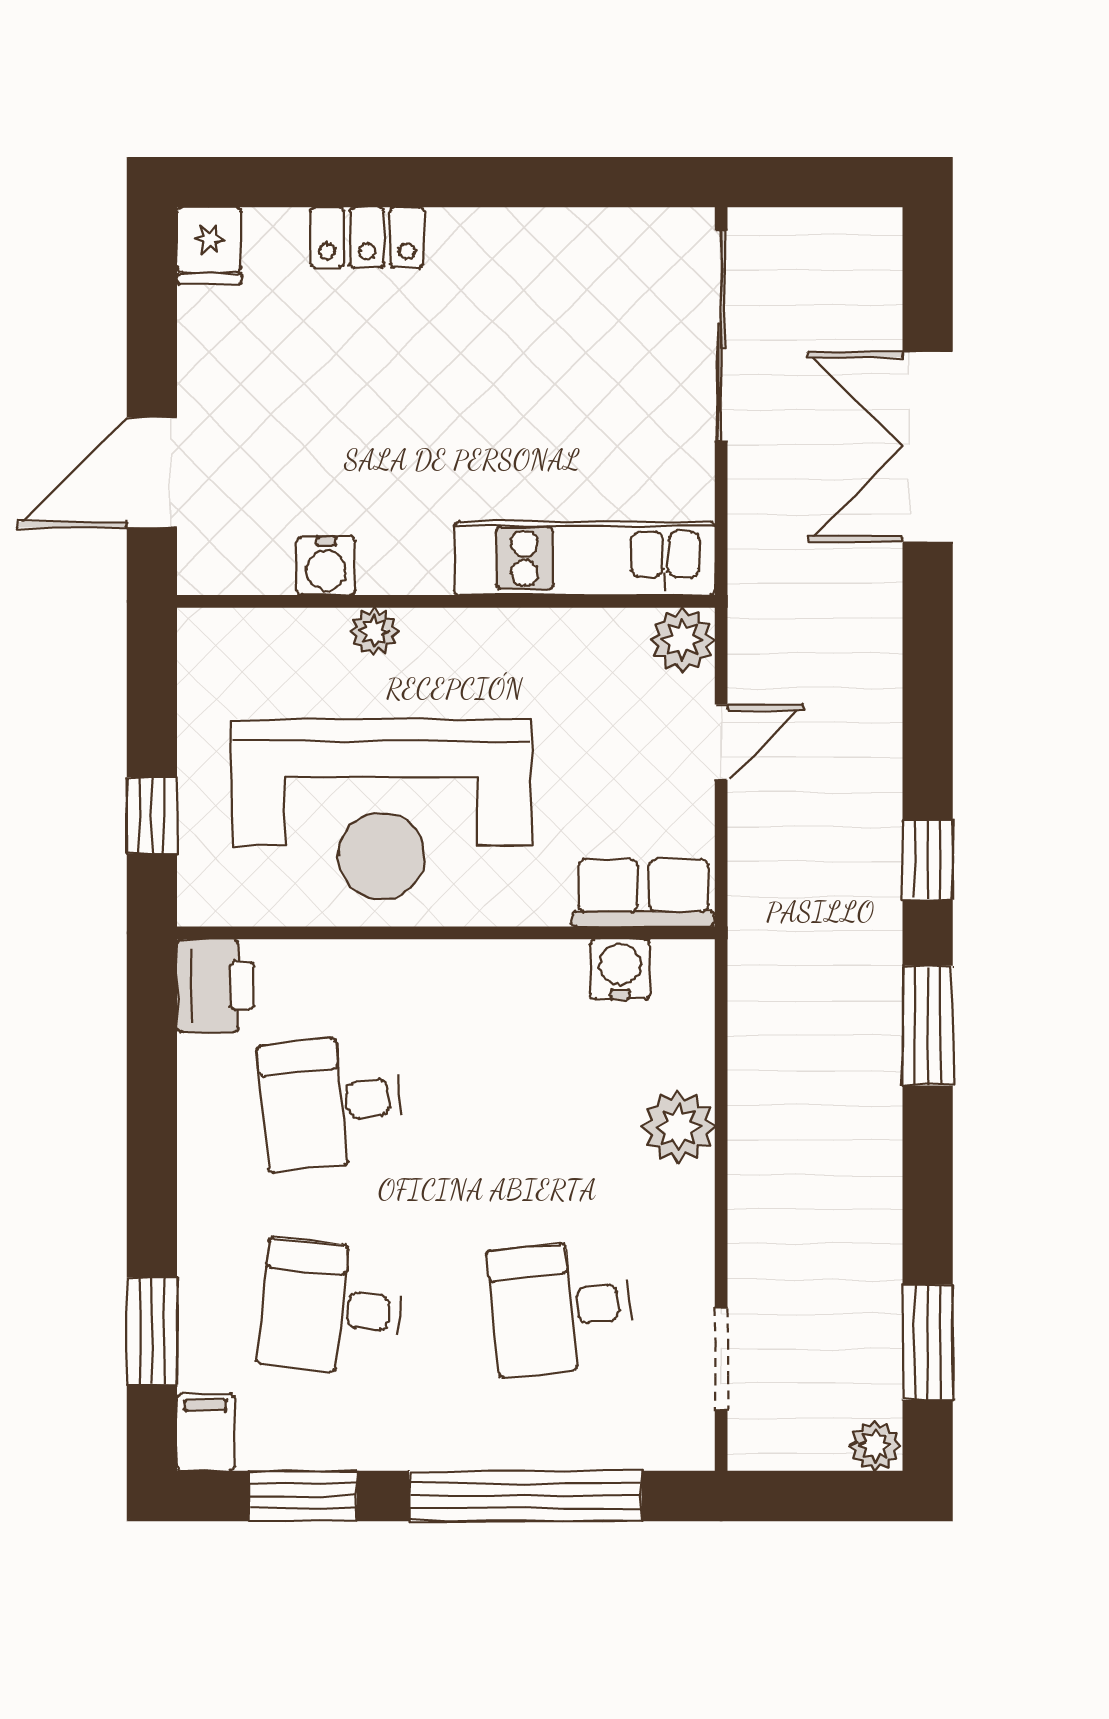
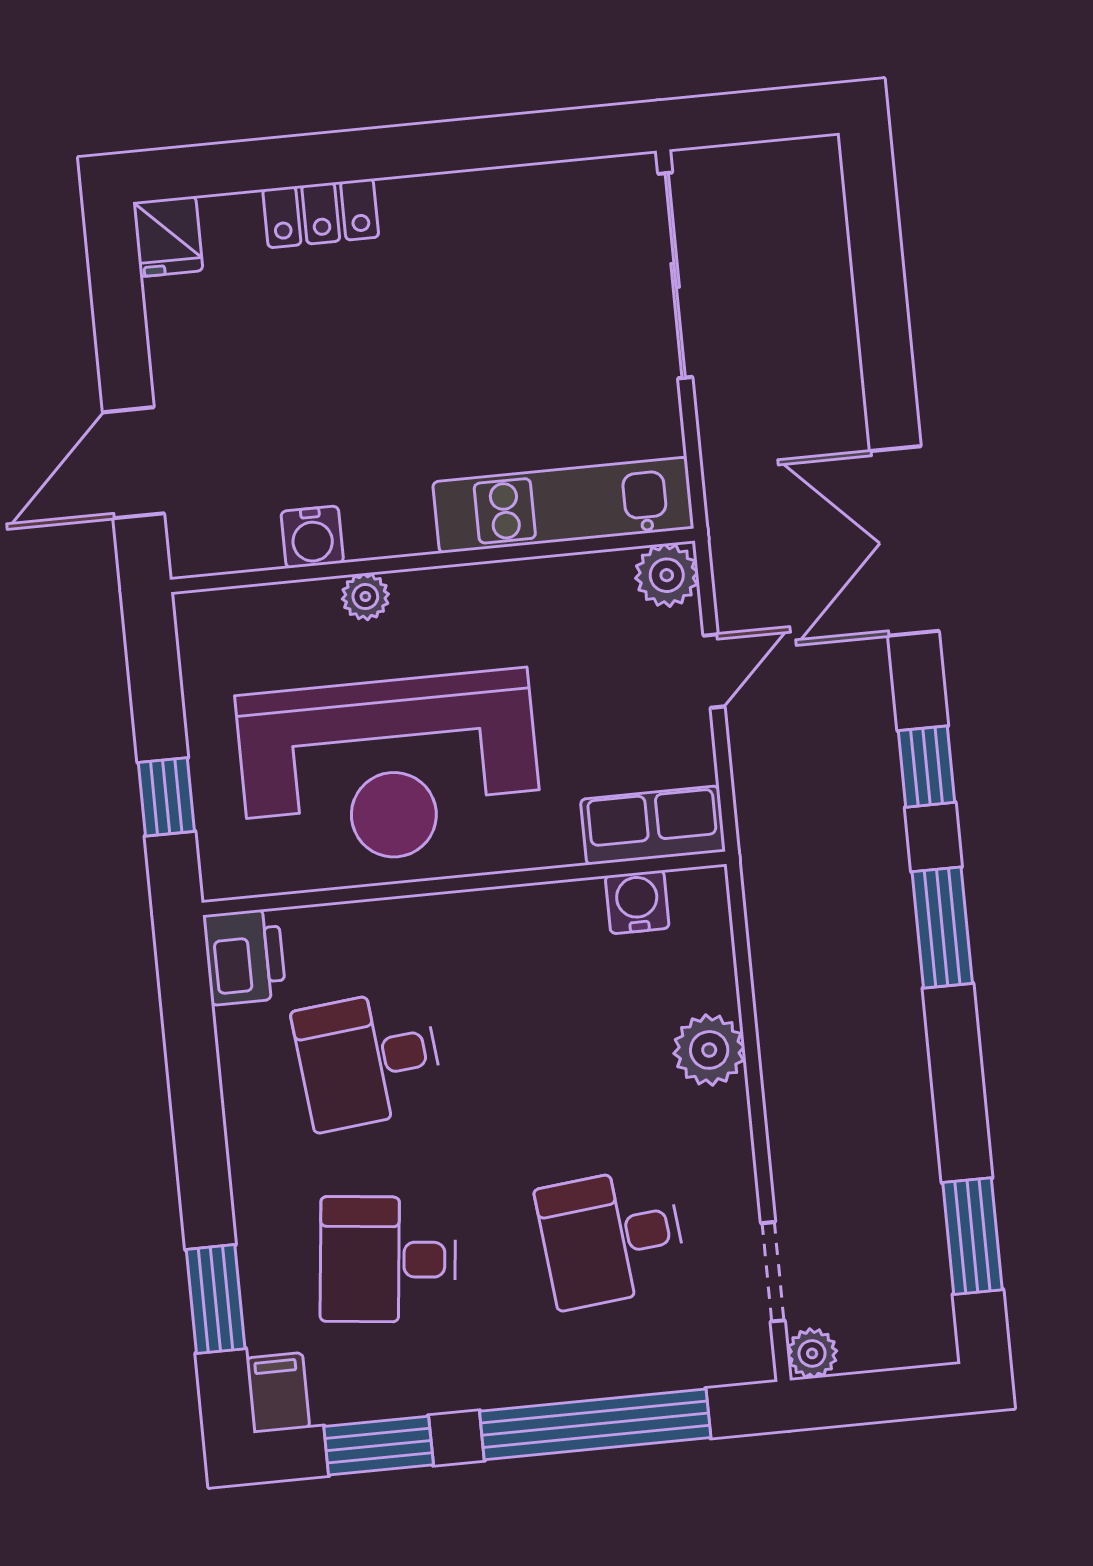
double door: (928, 447) -> (904, 541), moved
plant: (875, 1446) -> (812, 1353), moved

